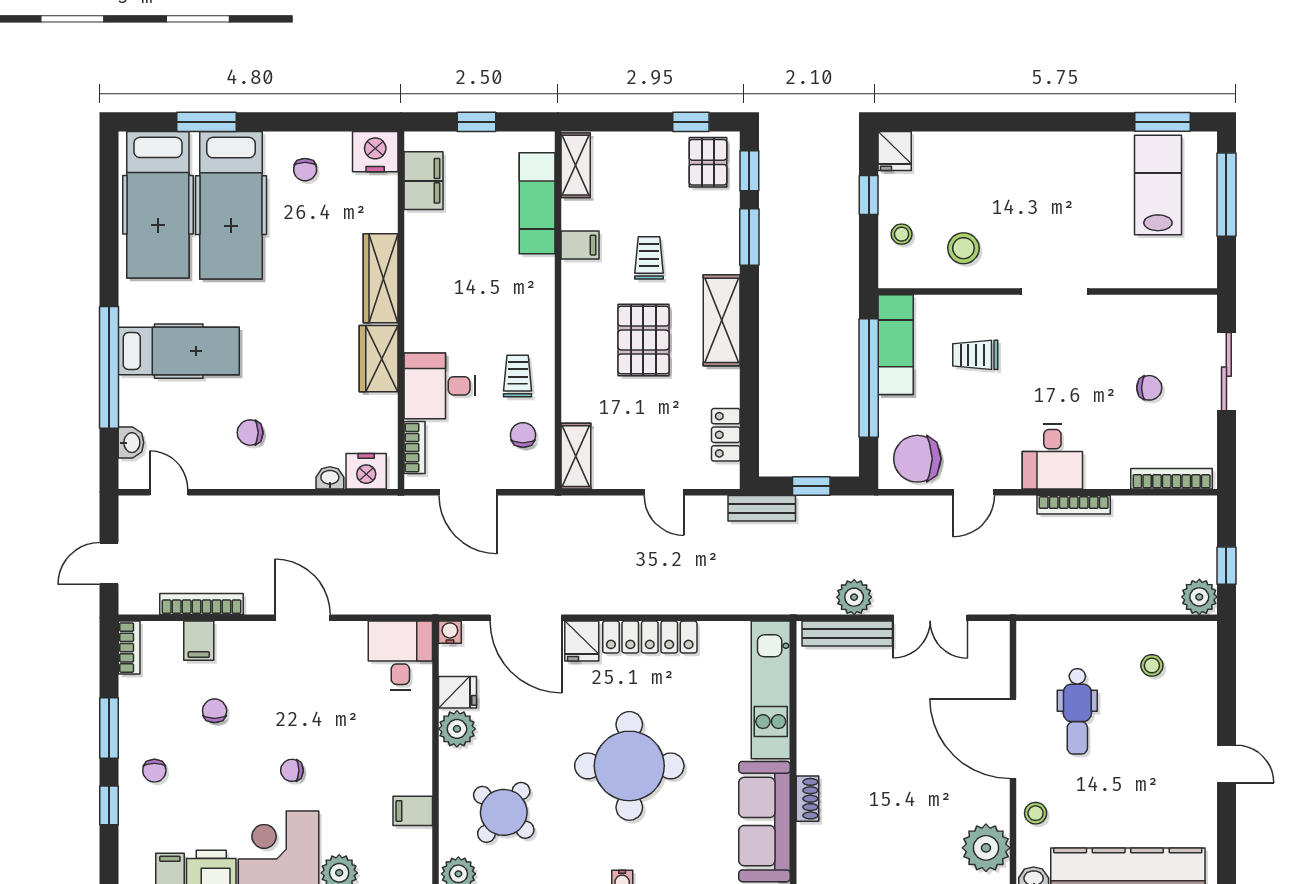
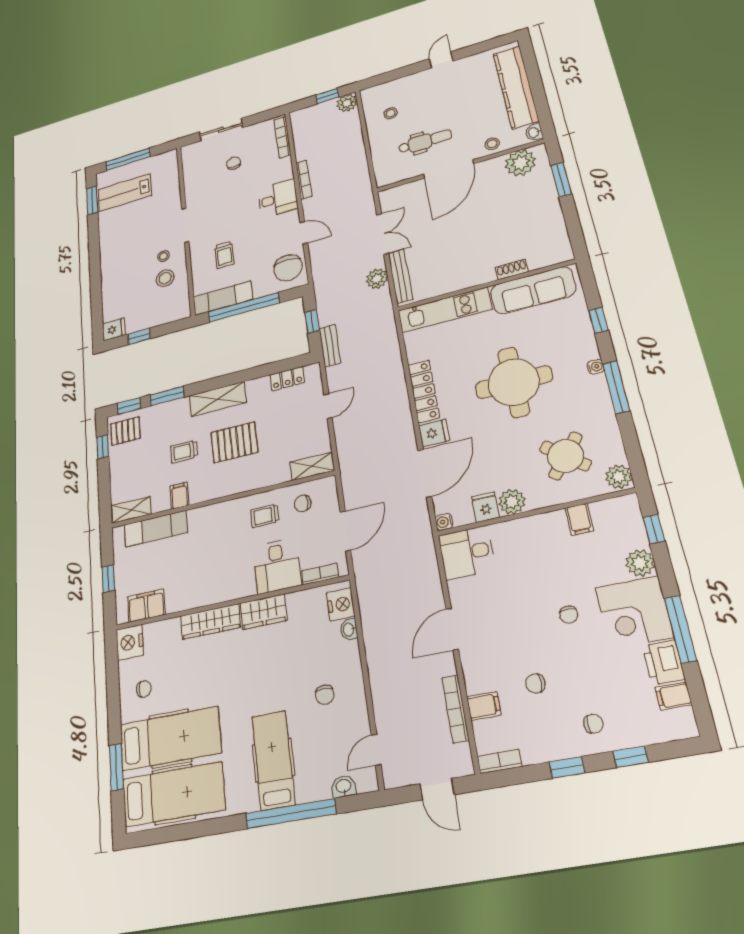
stool: (902, 234) -> (164, 256), moved
window: (109, 728) -> (567, 767), width x0.67

